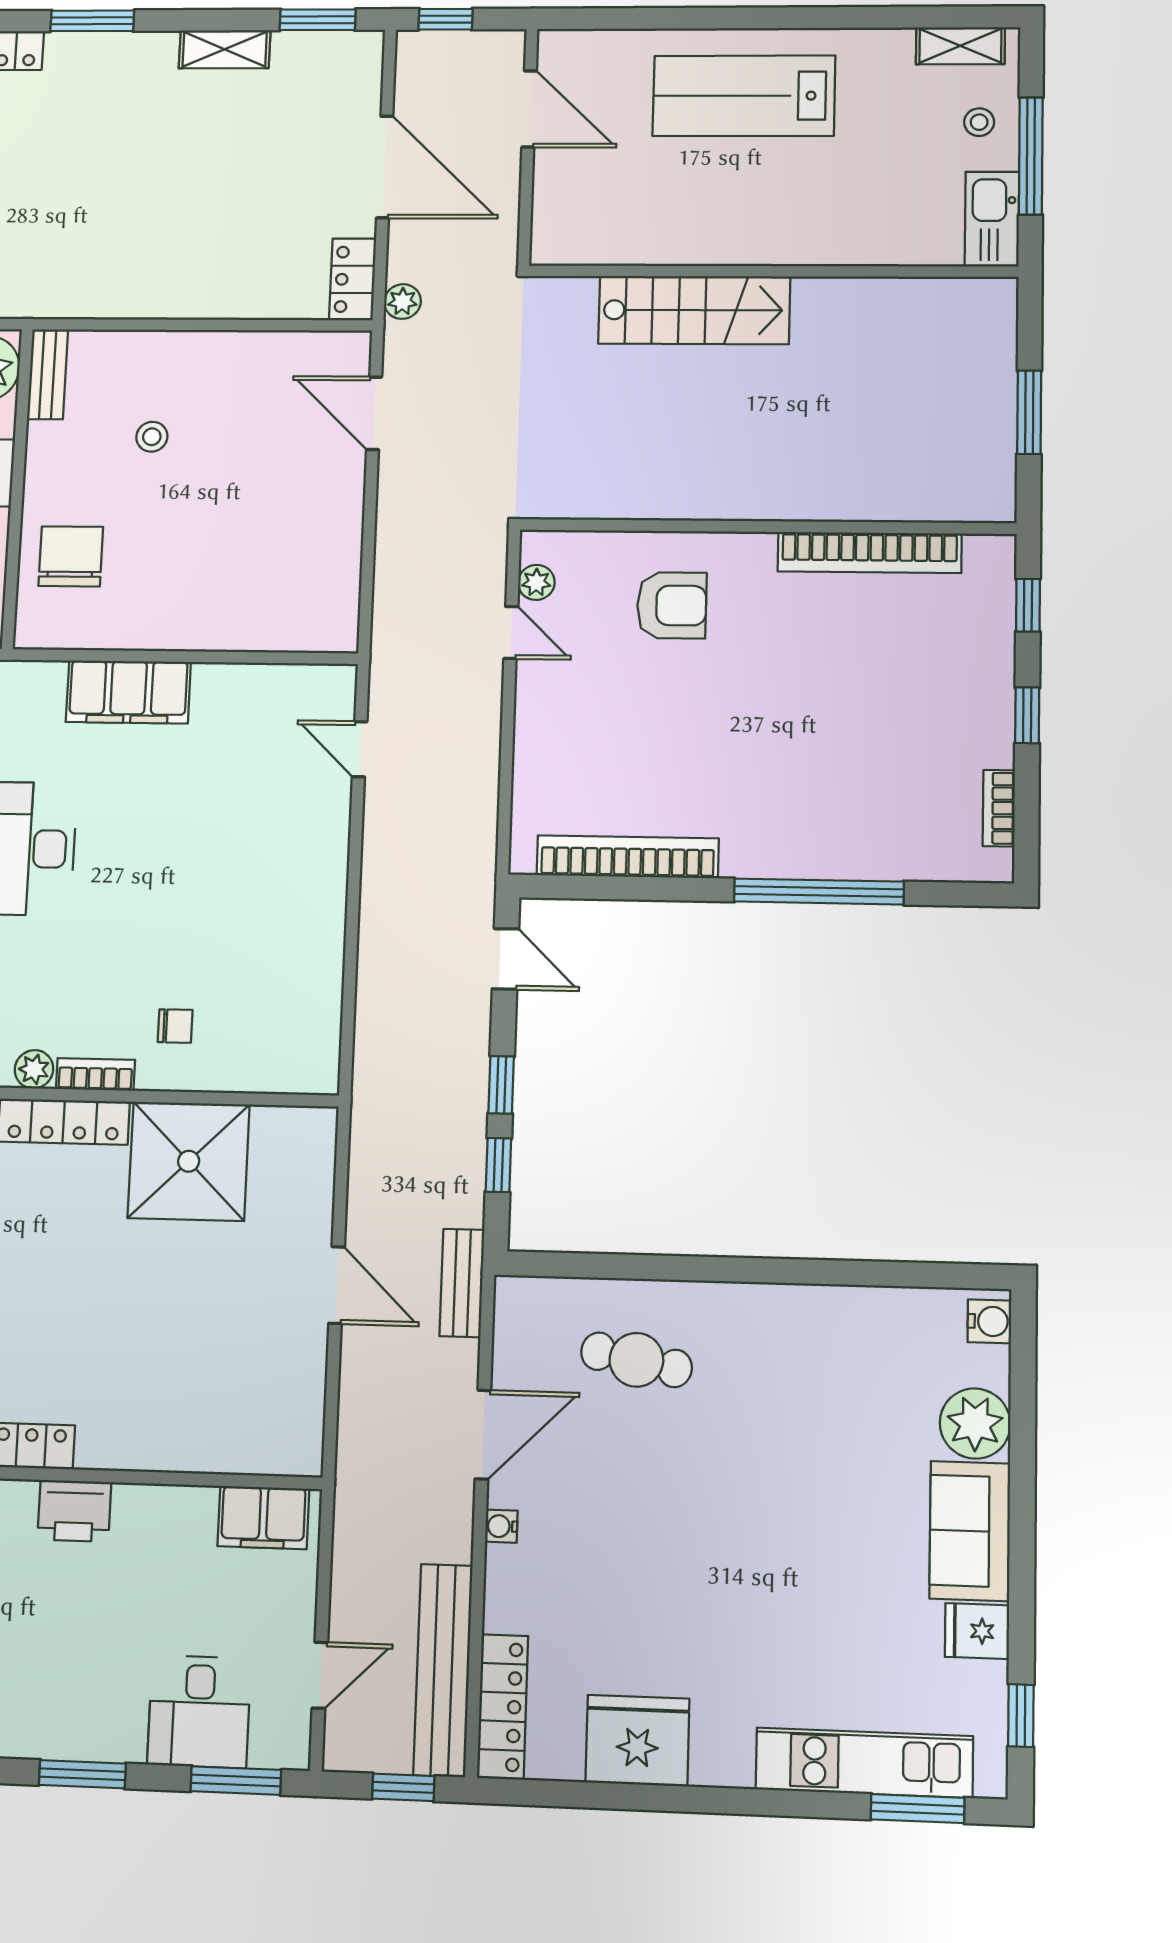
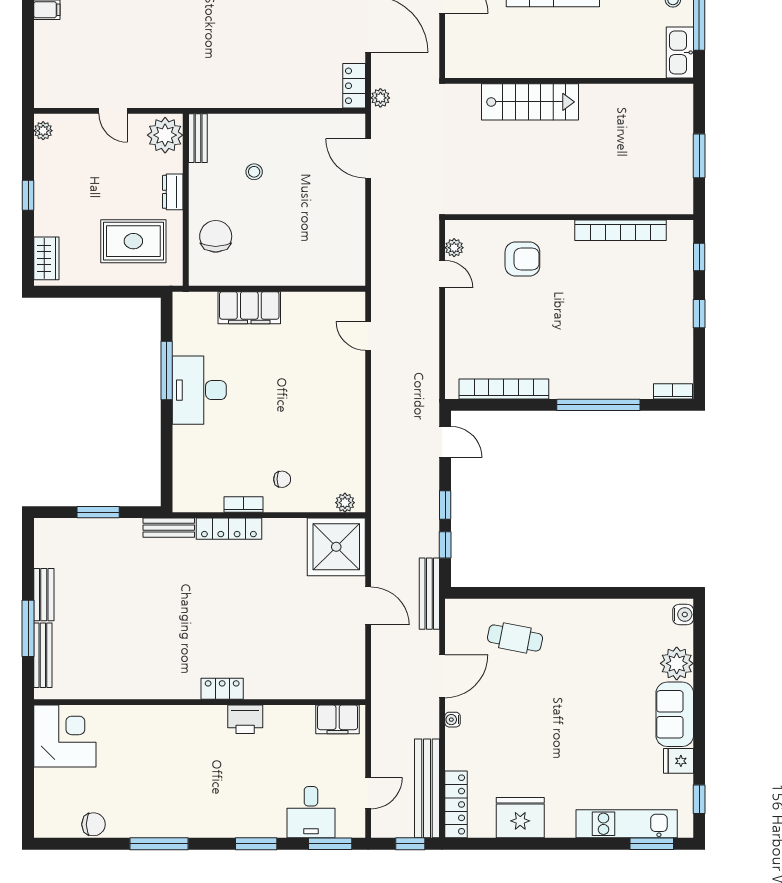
bookcase: (999, 808) -> (673, 391), moved, turned 90
plant: (34, 1069) -> (345, 503), moved
shower: (189, 1161) -> (336, 547), moved
bench: (462, 1283) -> (429, 594), width x1.36

